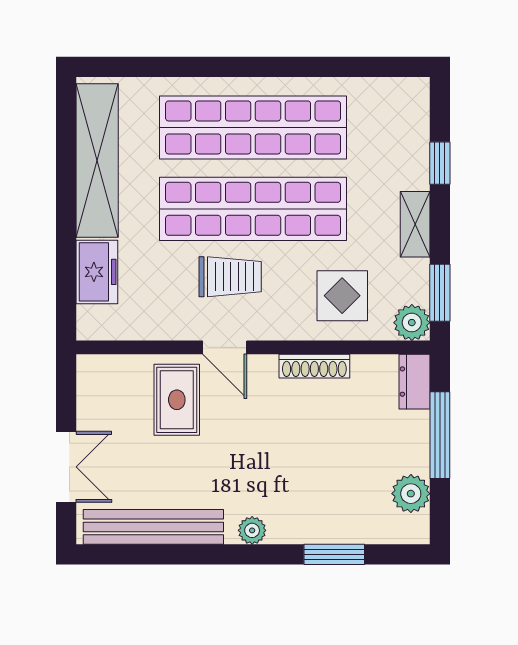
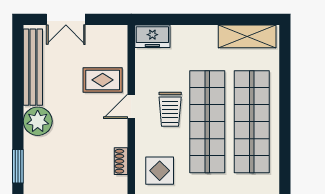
shelving: (97, 160) -> (247, 36), width x0.68
freezer: (97, 272) -> (152, 36), moved
shoe rack: (314, 366) -> (121, 161), width x0.70
plant: (252, 530) -> (38, 121), width x1.88, depth x1.88

